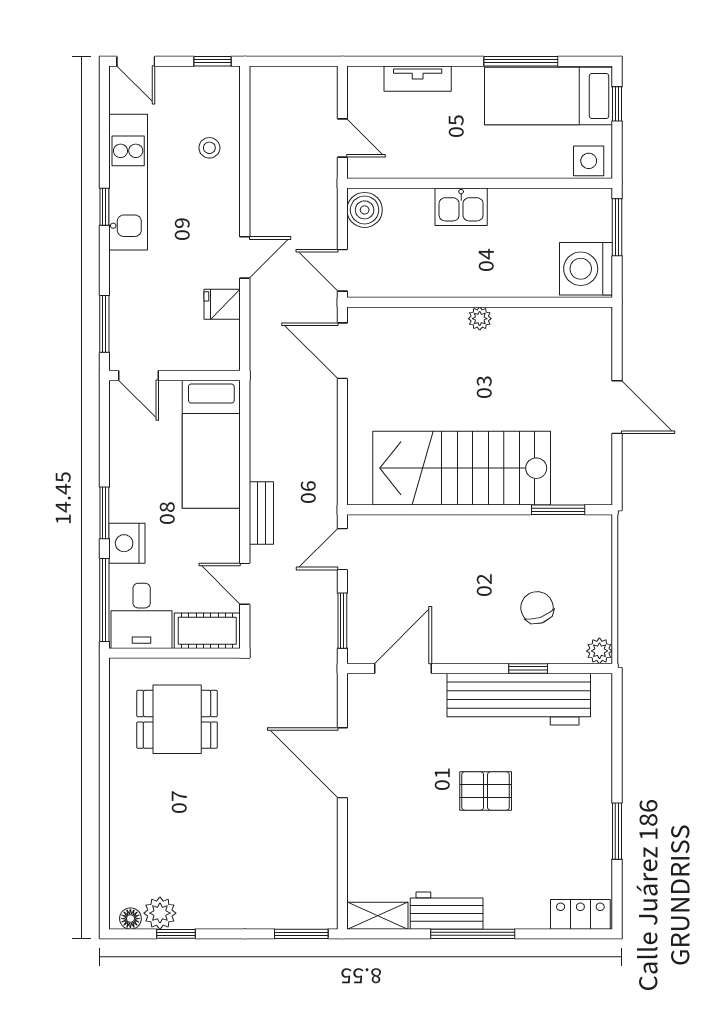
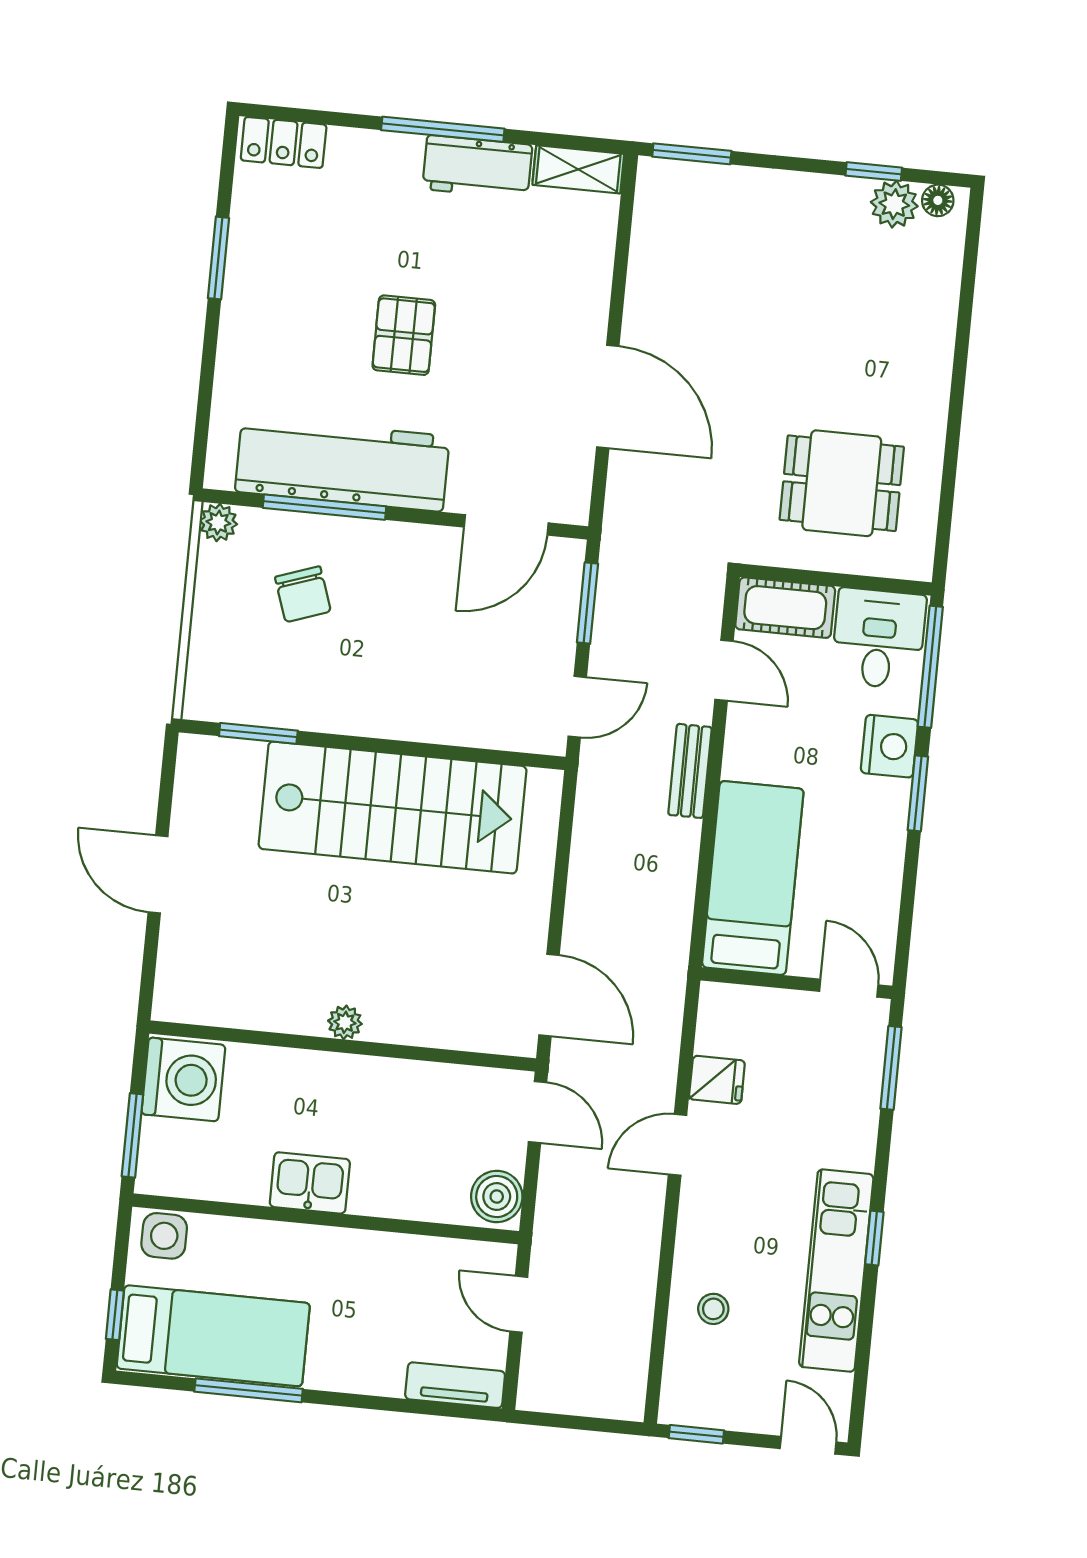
tv unit: (418, 79) -> (455, 1385), moved
kitchen sink: (461, 207) -> (310, 1183), moved
window: (528, 668) -> (325, 507), width x2.17
pallet: (486, 791) -> (404, 335), turned 90

